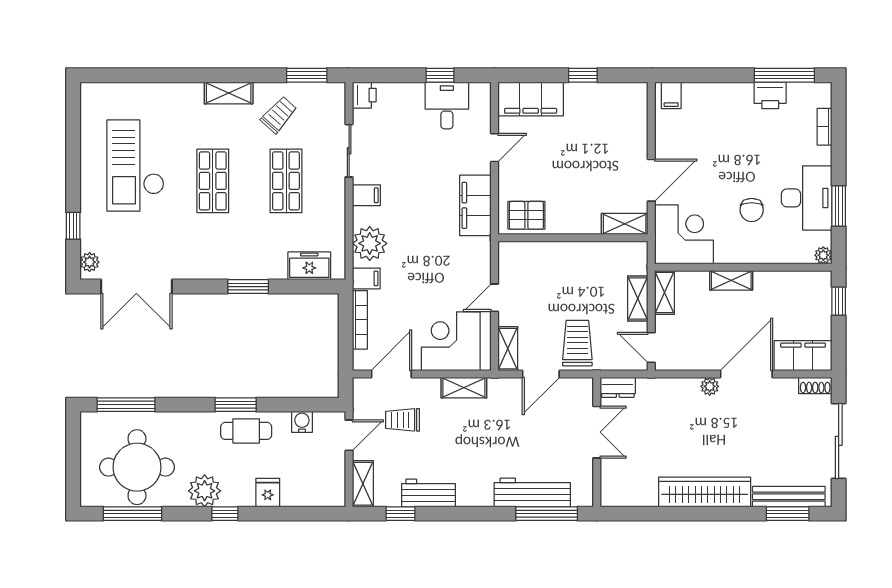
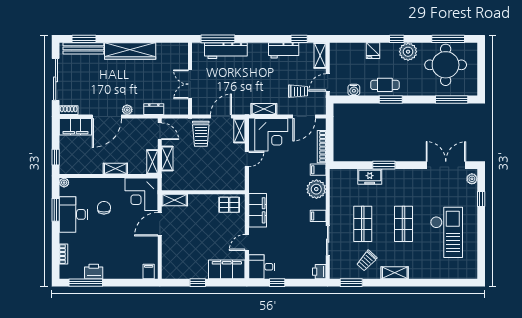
desk: (447, 105) -> (262, 267), moved, turned 90
freezer: (309, 266) -> (370, 177), moved
dresser: (618, 387) -> (154, 109), moved

